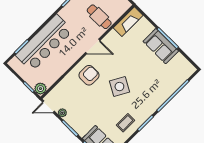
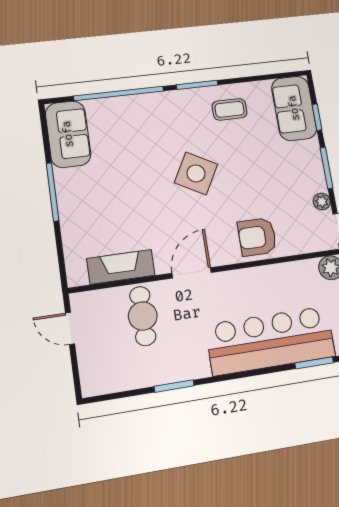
fireplace: (128, 22) -> (121, 267), moved
door: (93, 46) -> (192, 273), hinge flipped
sofa: (161, 46) -> (68, 134), moved
armchair: (89, 75) -> (257, 237), moved

